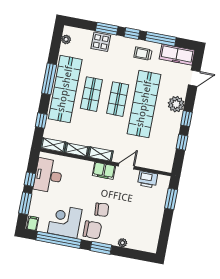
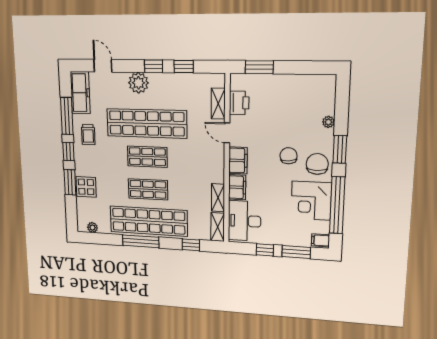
shelving: (100, 154) -> (218, 104), moved
filing cabinet: (83, 166) -> (237, 187), added
desk: (48, 176) -> (244, 221), moved, turned 90

